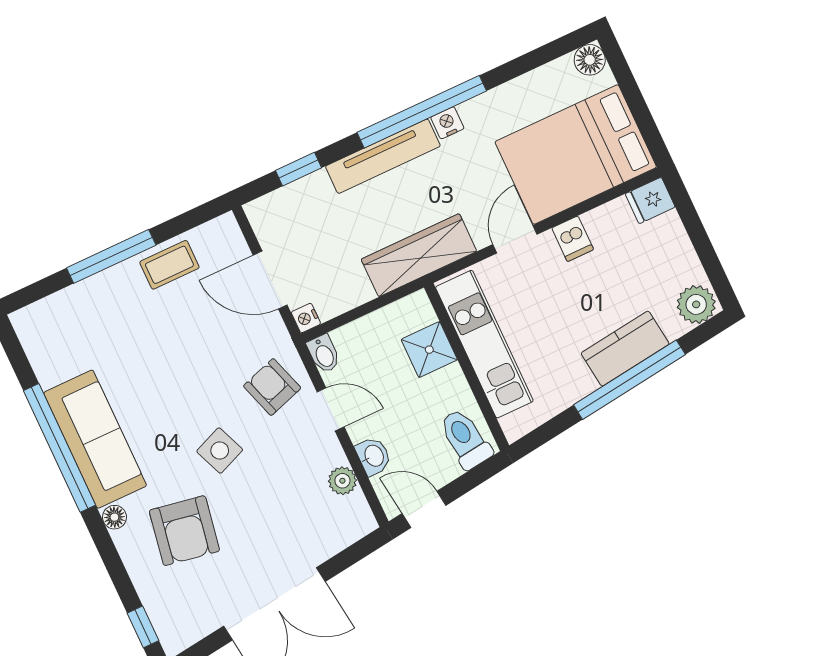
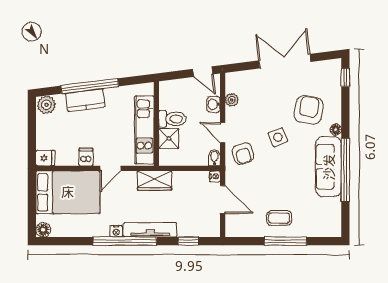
wardrobe: (419, 255) -> (154, 181), width x0.67
coffee table: (169, 265) -> (279, 218), moved
toilet: (465, 439) -> (172, 119), moved, turned -83

